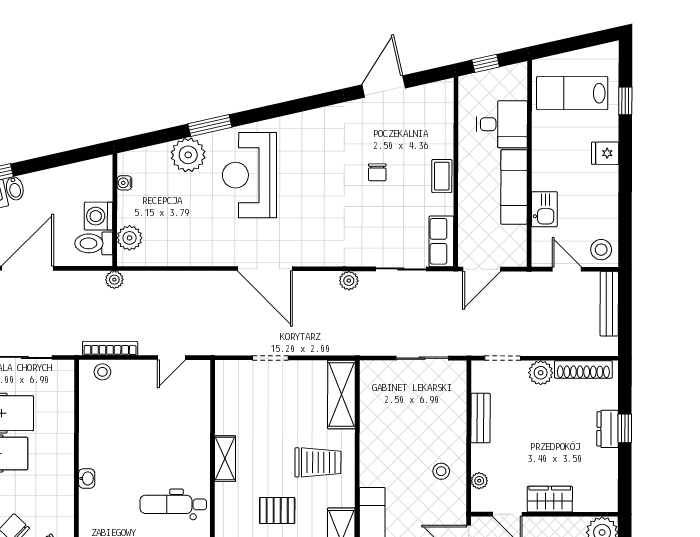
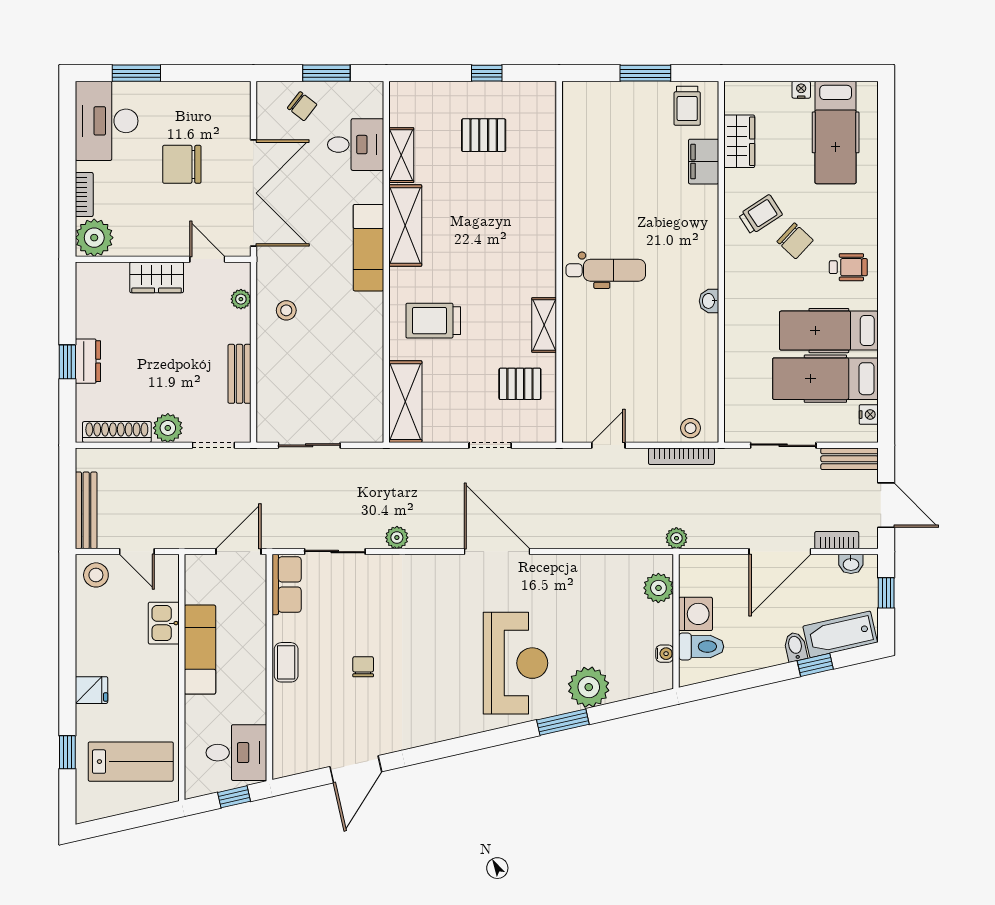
desk: (502, 124) -> (236, 753), moved, turned 180
toilet: (94, 243) -> (701, 647), moved
pallet: (277, 510) -> (520, 384), moved

